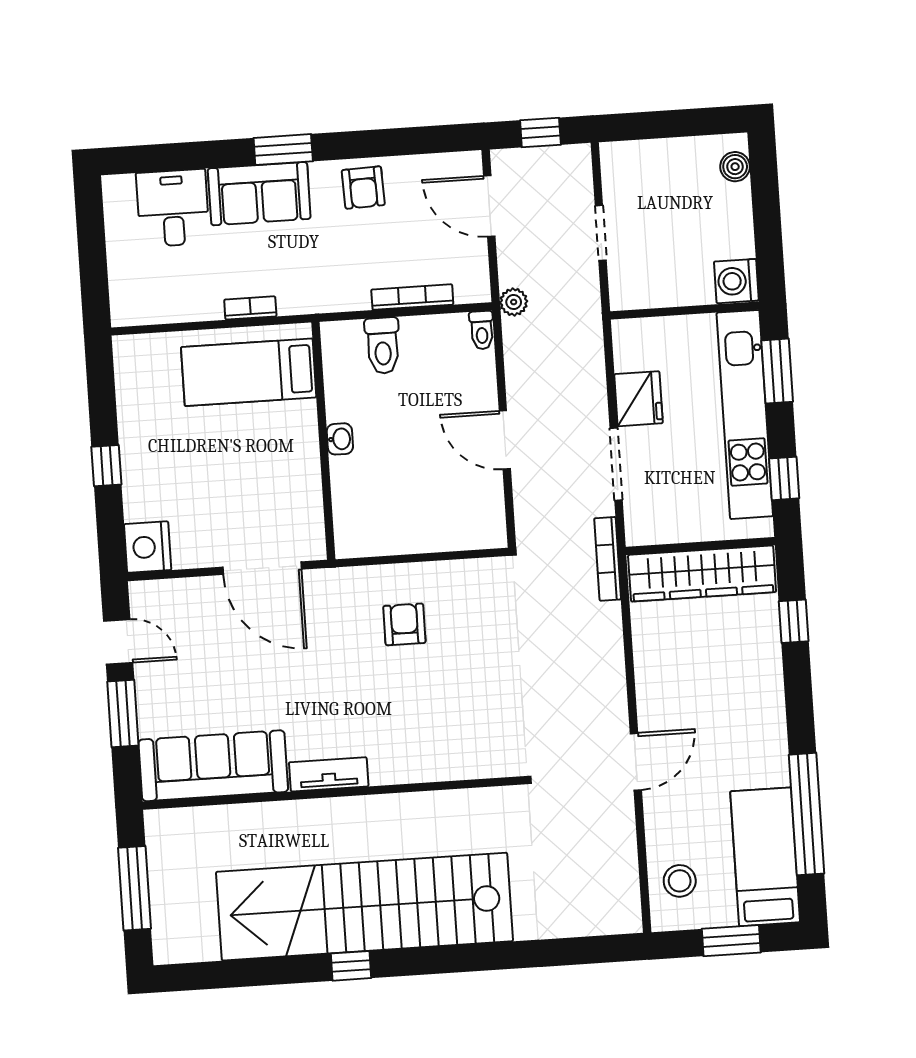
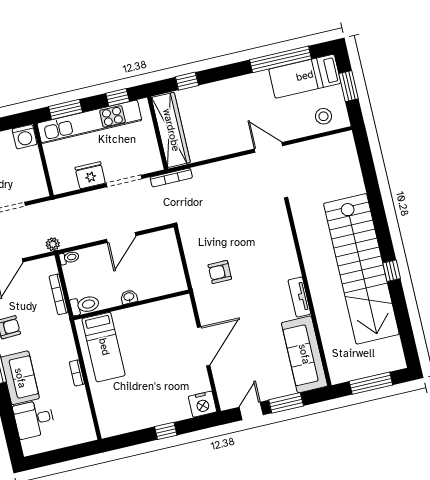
bed: (249, 372) -> (104, 347), moved
washbasin: (340, 439) -> (129, 297), moved
wall: (323, 441) -> (131, 305), moved

